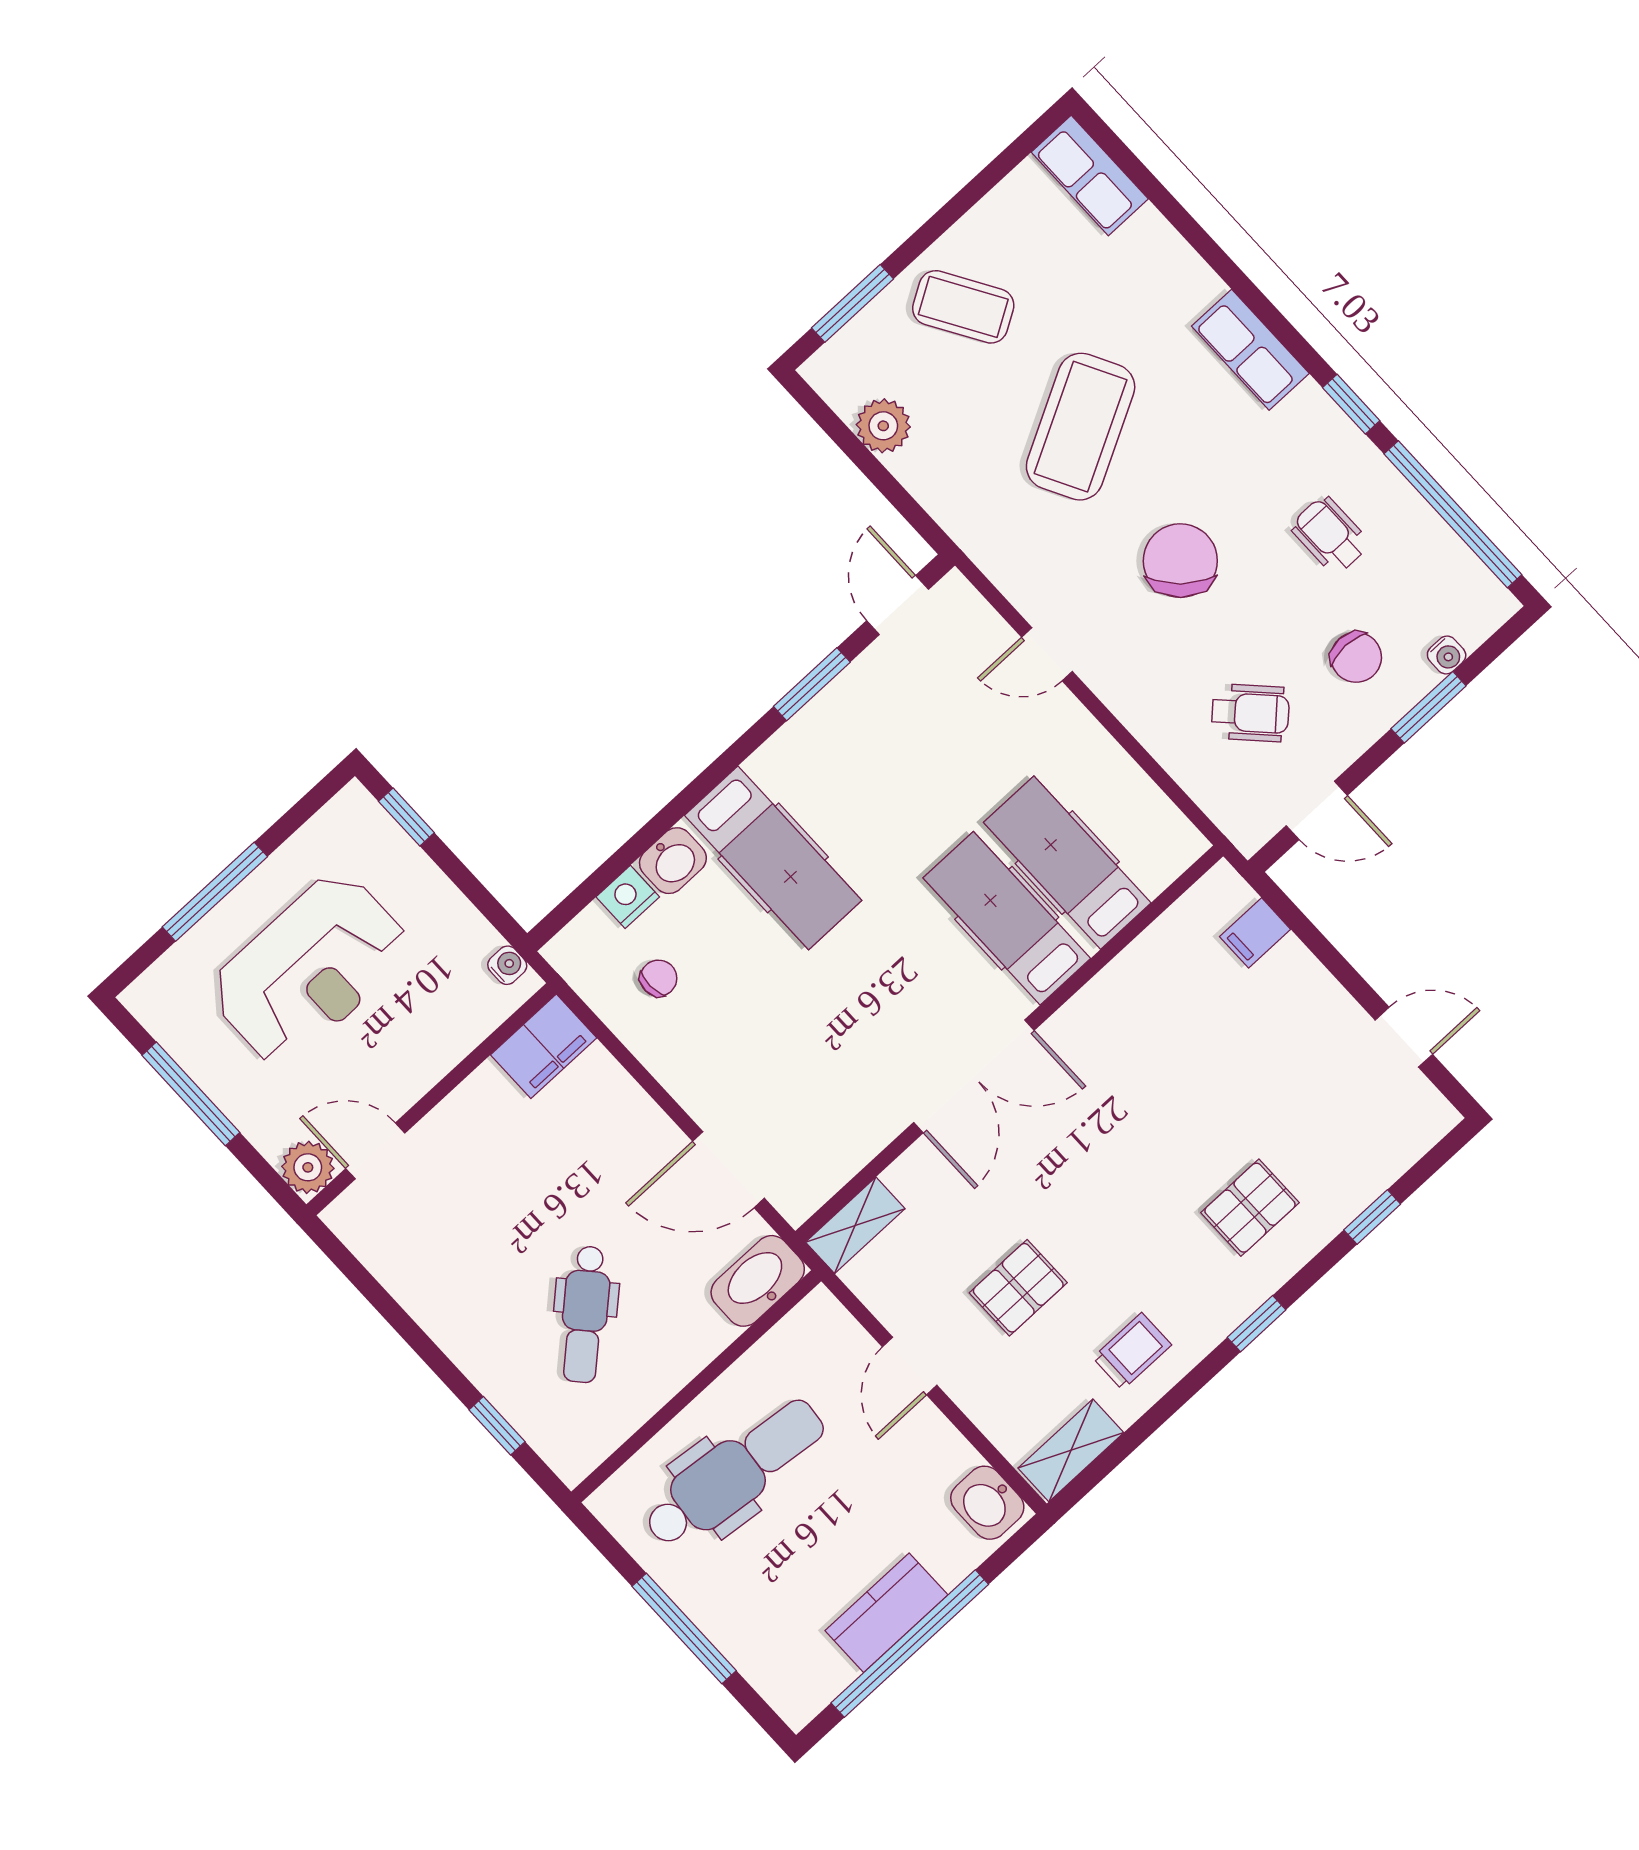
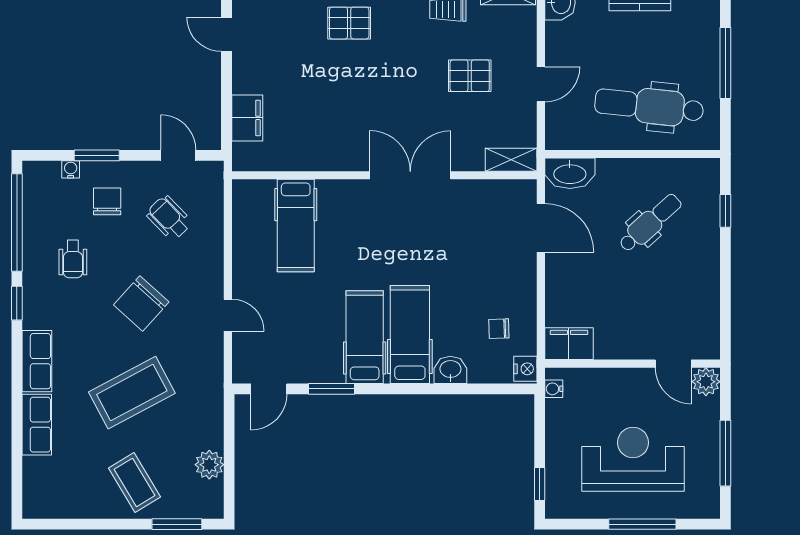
row of seats: (1090, 176) -> (37, 425), moved
nightstand: (628, 897) -> (525, 369), moved, turned -90
hospital bed: (1007, 918) -> (365, 337), moved, turned 180
filing cabinet: (1255, 933) -> (247, 118), width x2.00

